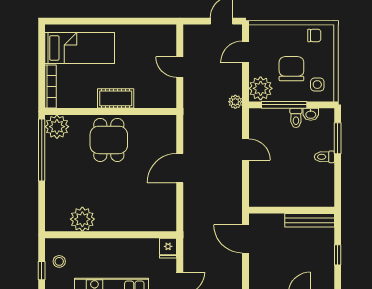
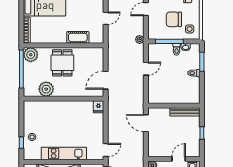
door: (180, 67) -> (106, 18), swing flipped
chair: (291, 69) -> (174, 19), turned -90
plant: (261, 88) -> (155, 31), removed
cot: (116, 98) -> (78, 37), moved
door: (246, 150) -> (146, 69), hinge flipped
plant: (82, 219) -> (46, 89), moved
wall: (111, 235) -> (64, 99), moved
fridge: (168, 248) -> (99, 107), moved

